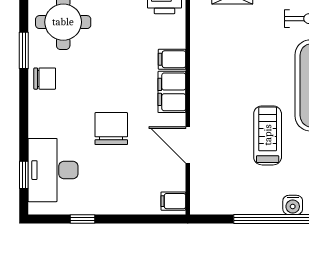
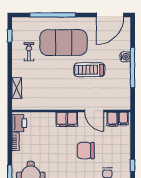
filing cabinet: (172, 59) -> (112, 119), moved
door: (188, 145) -> (94, 111), hinge flipped

